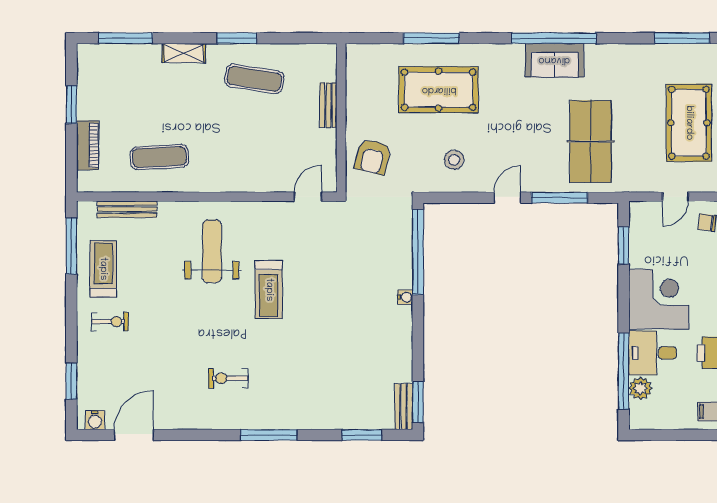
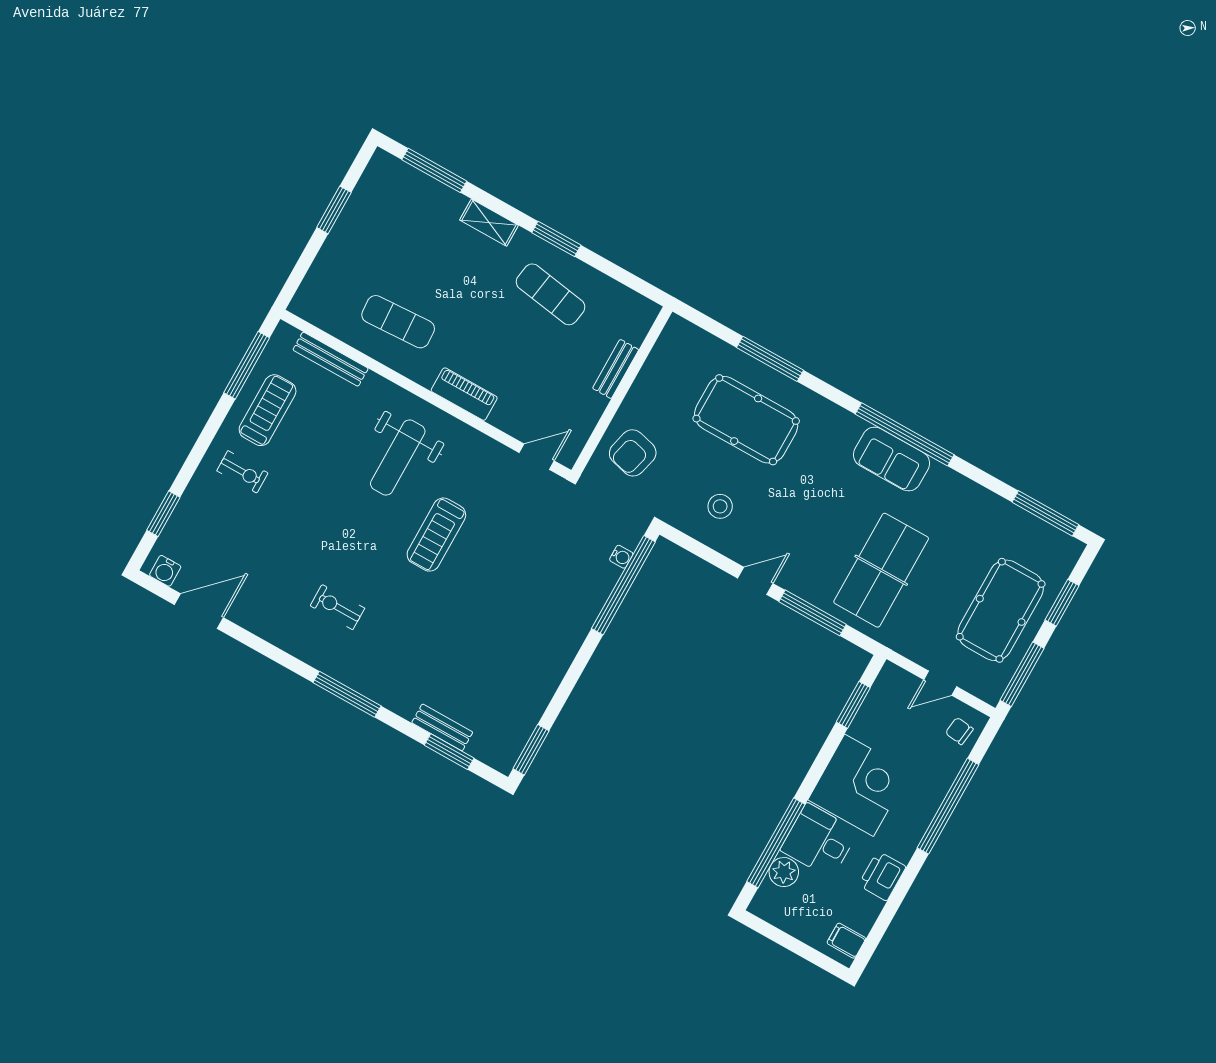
piano: (88, 145) -> (464, 394), moved, turned -90
weight bench: (212, 251) -> (398, 458), turned 180
water cooler: (405, 297) -> (621, 557), moved
bench: (404, 407) -> (442, 727), moved, turned 90

